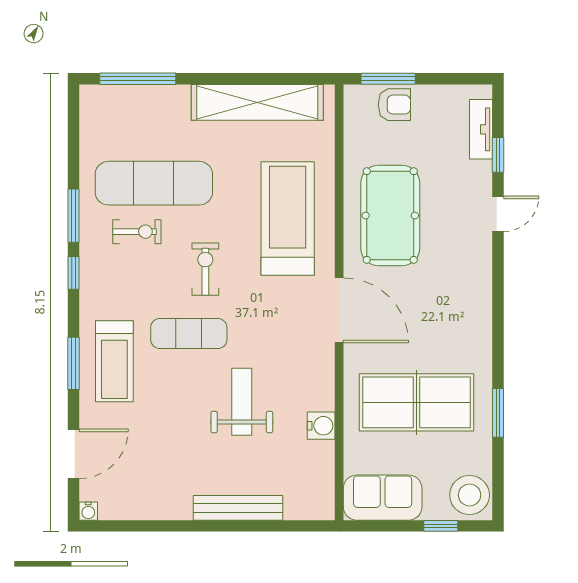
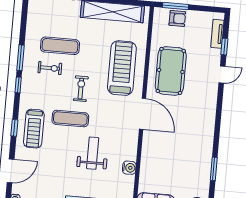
exercise mat: (154, 183) -> (60, 46), width x0.73, depth x0.69
window: (73, 363) -> (14, 128), width x0.67
table tennis table: (417, 402) -> (175, 161), removed

